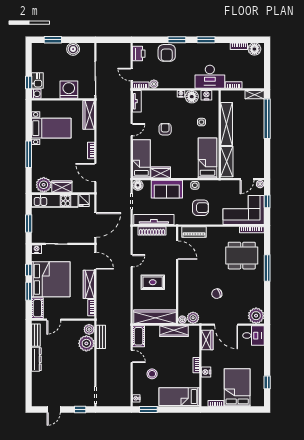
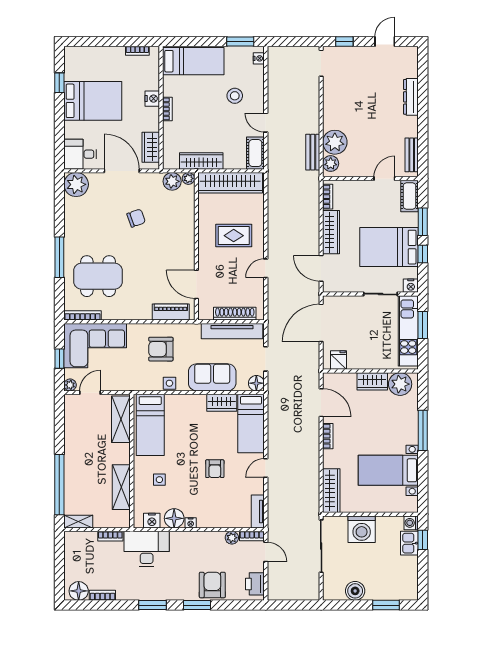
shelving: (226, 124) -> (121, 487), width x0.68
kitchen unit: (55, 201) -> (408, 331), moved, turned -90
bed: (51, 279) -> (389, 247), width x0.73
dresser: (36, 359) -> (411, 97), moved
bed: (237, 387) -> (93, 101), moved, turned -90

